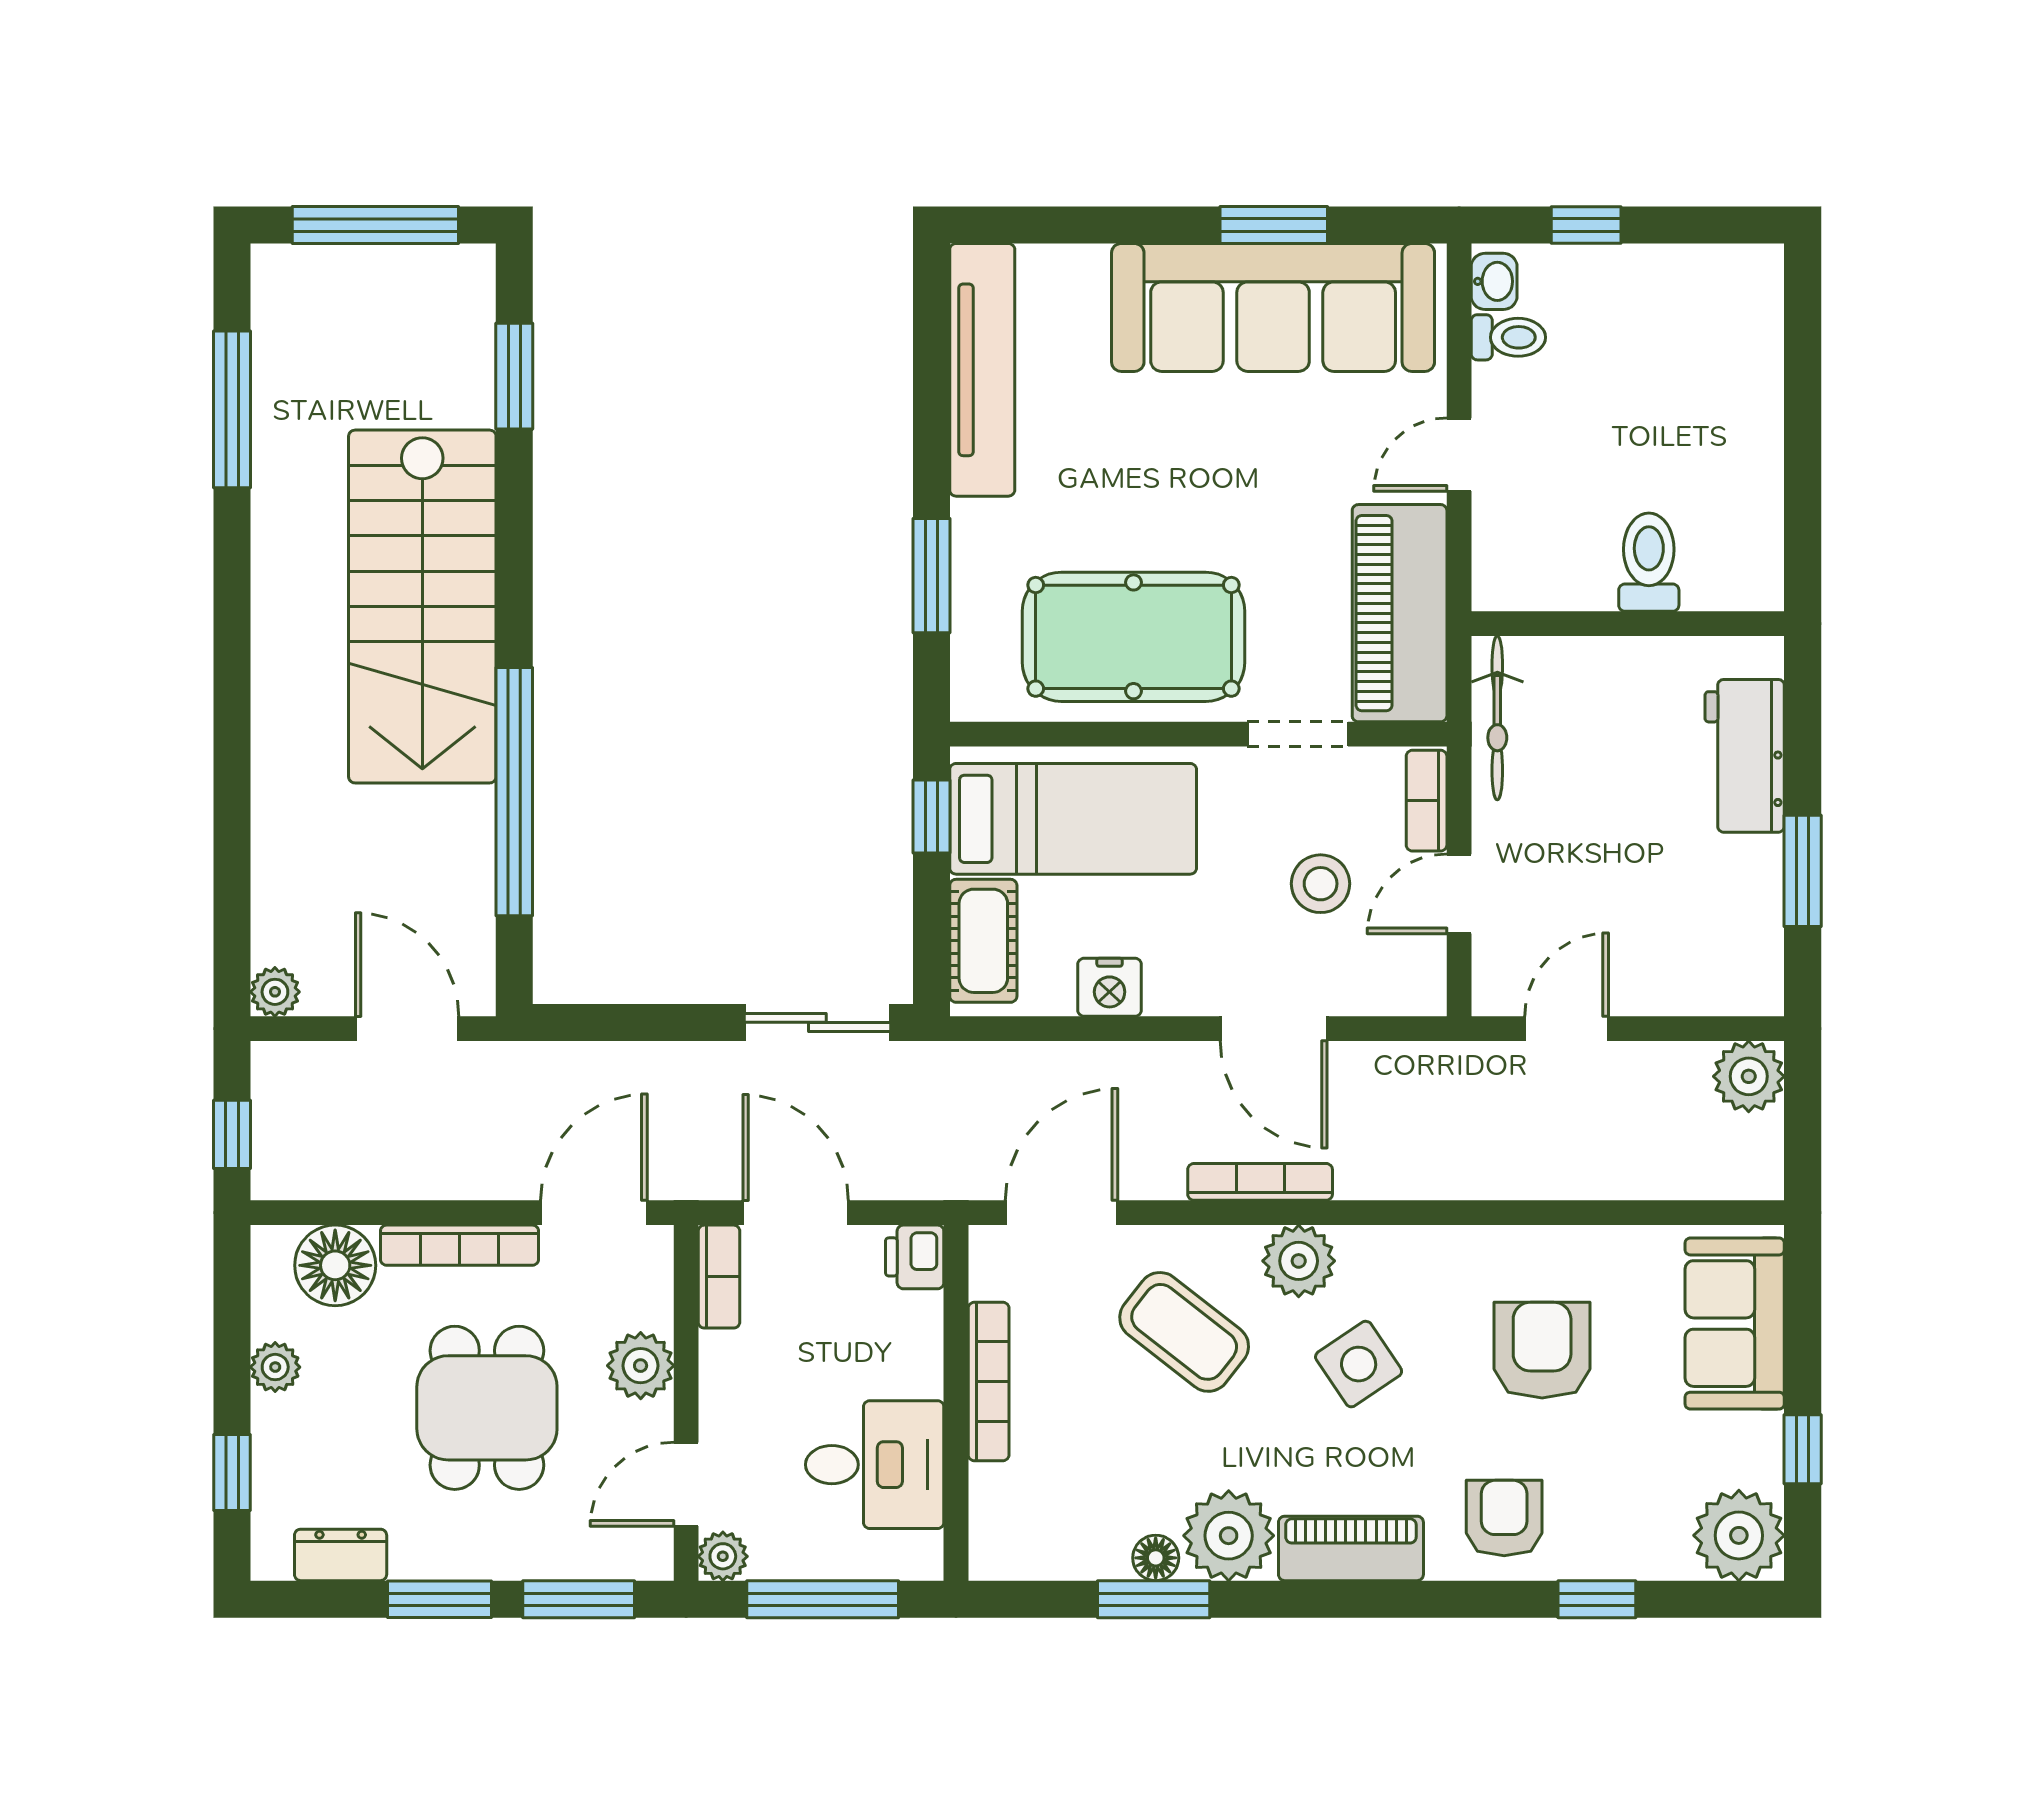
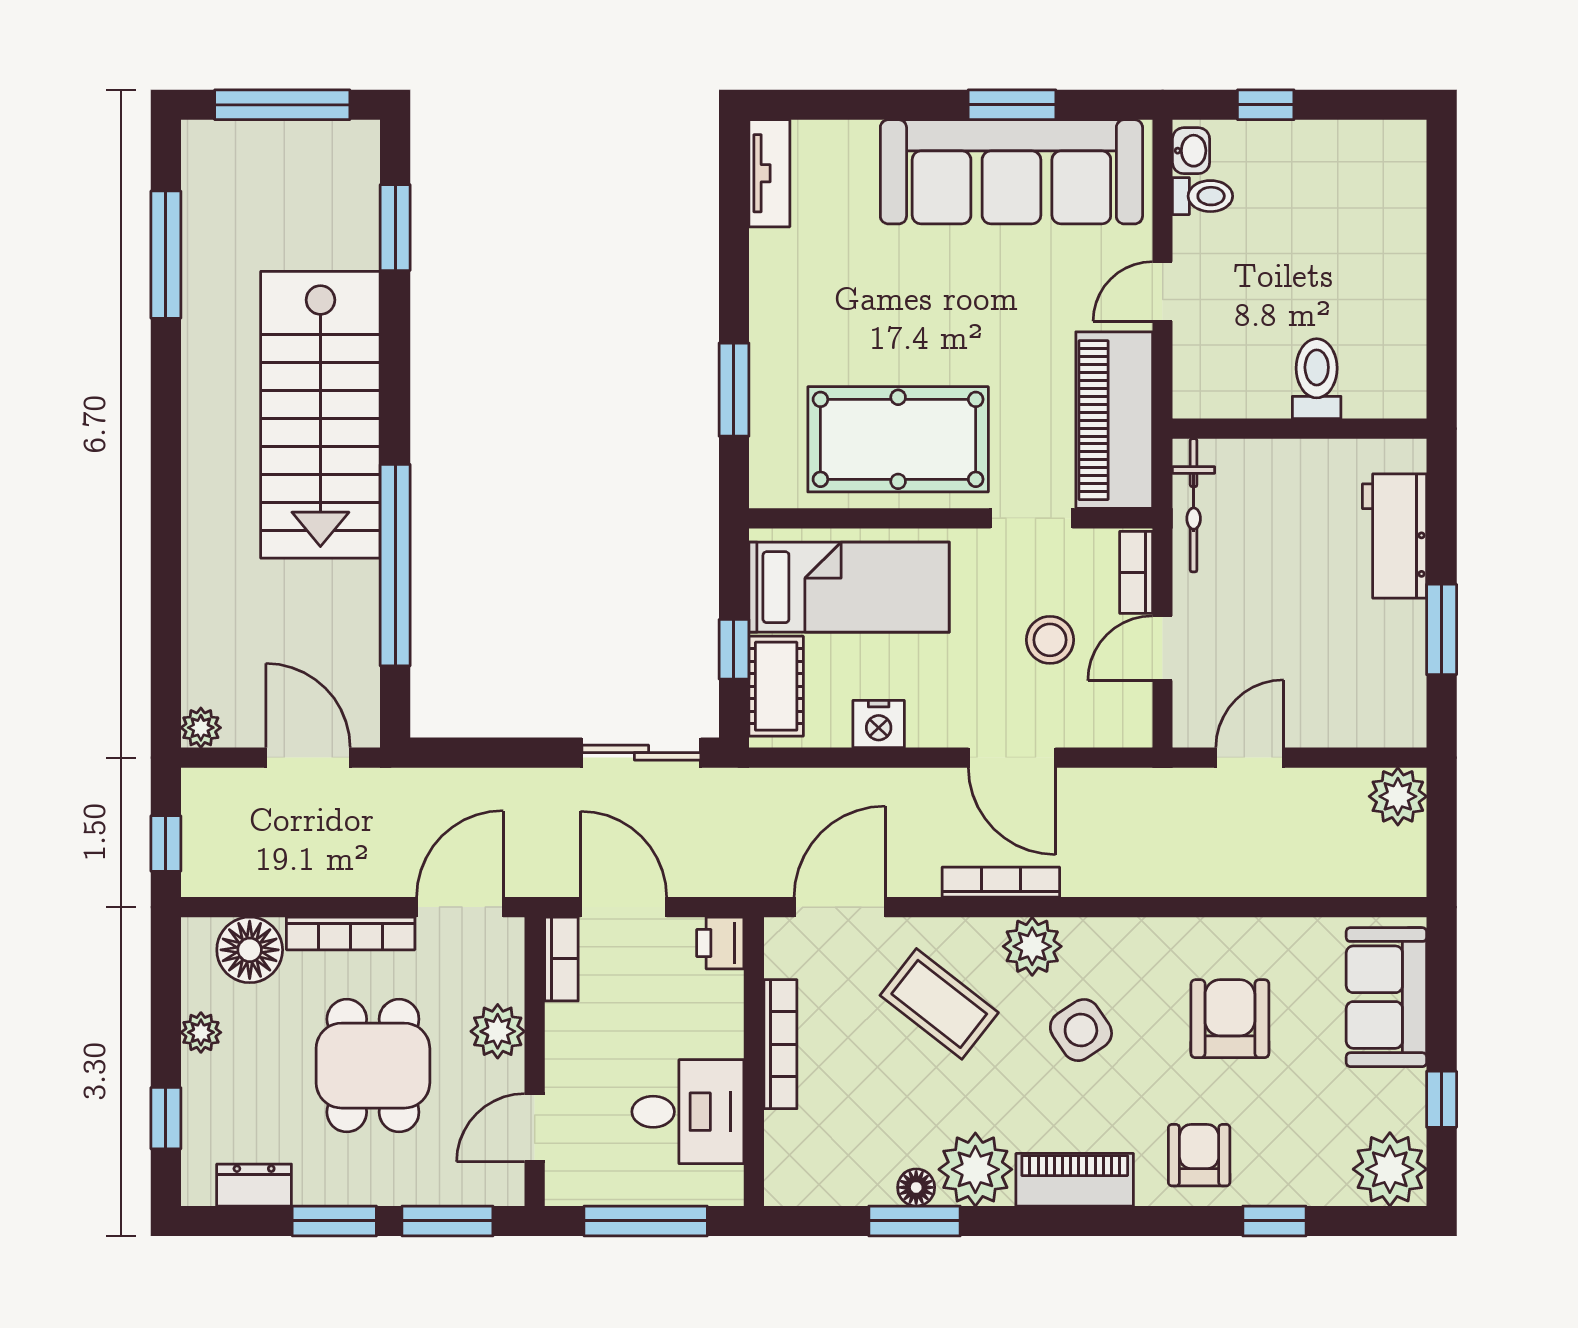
tv unit: (982, 370) -> (769, 173), width x0.52, depth x0.78
window: (931, 817) -> (734, 649), moved
plant: (723, 1556) -> (564, 1186), removed

